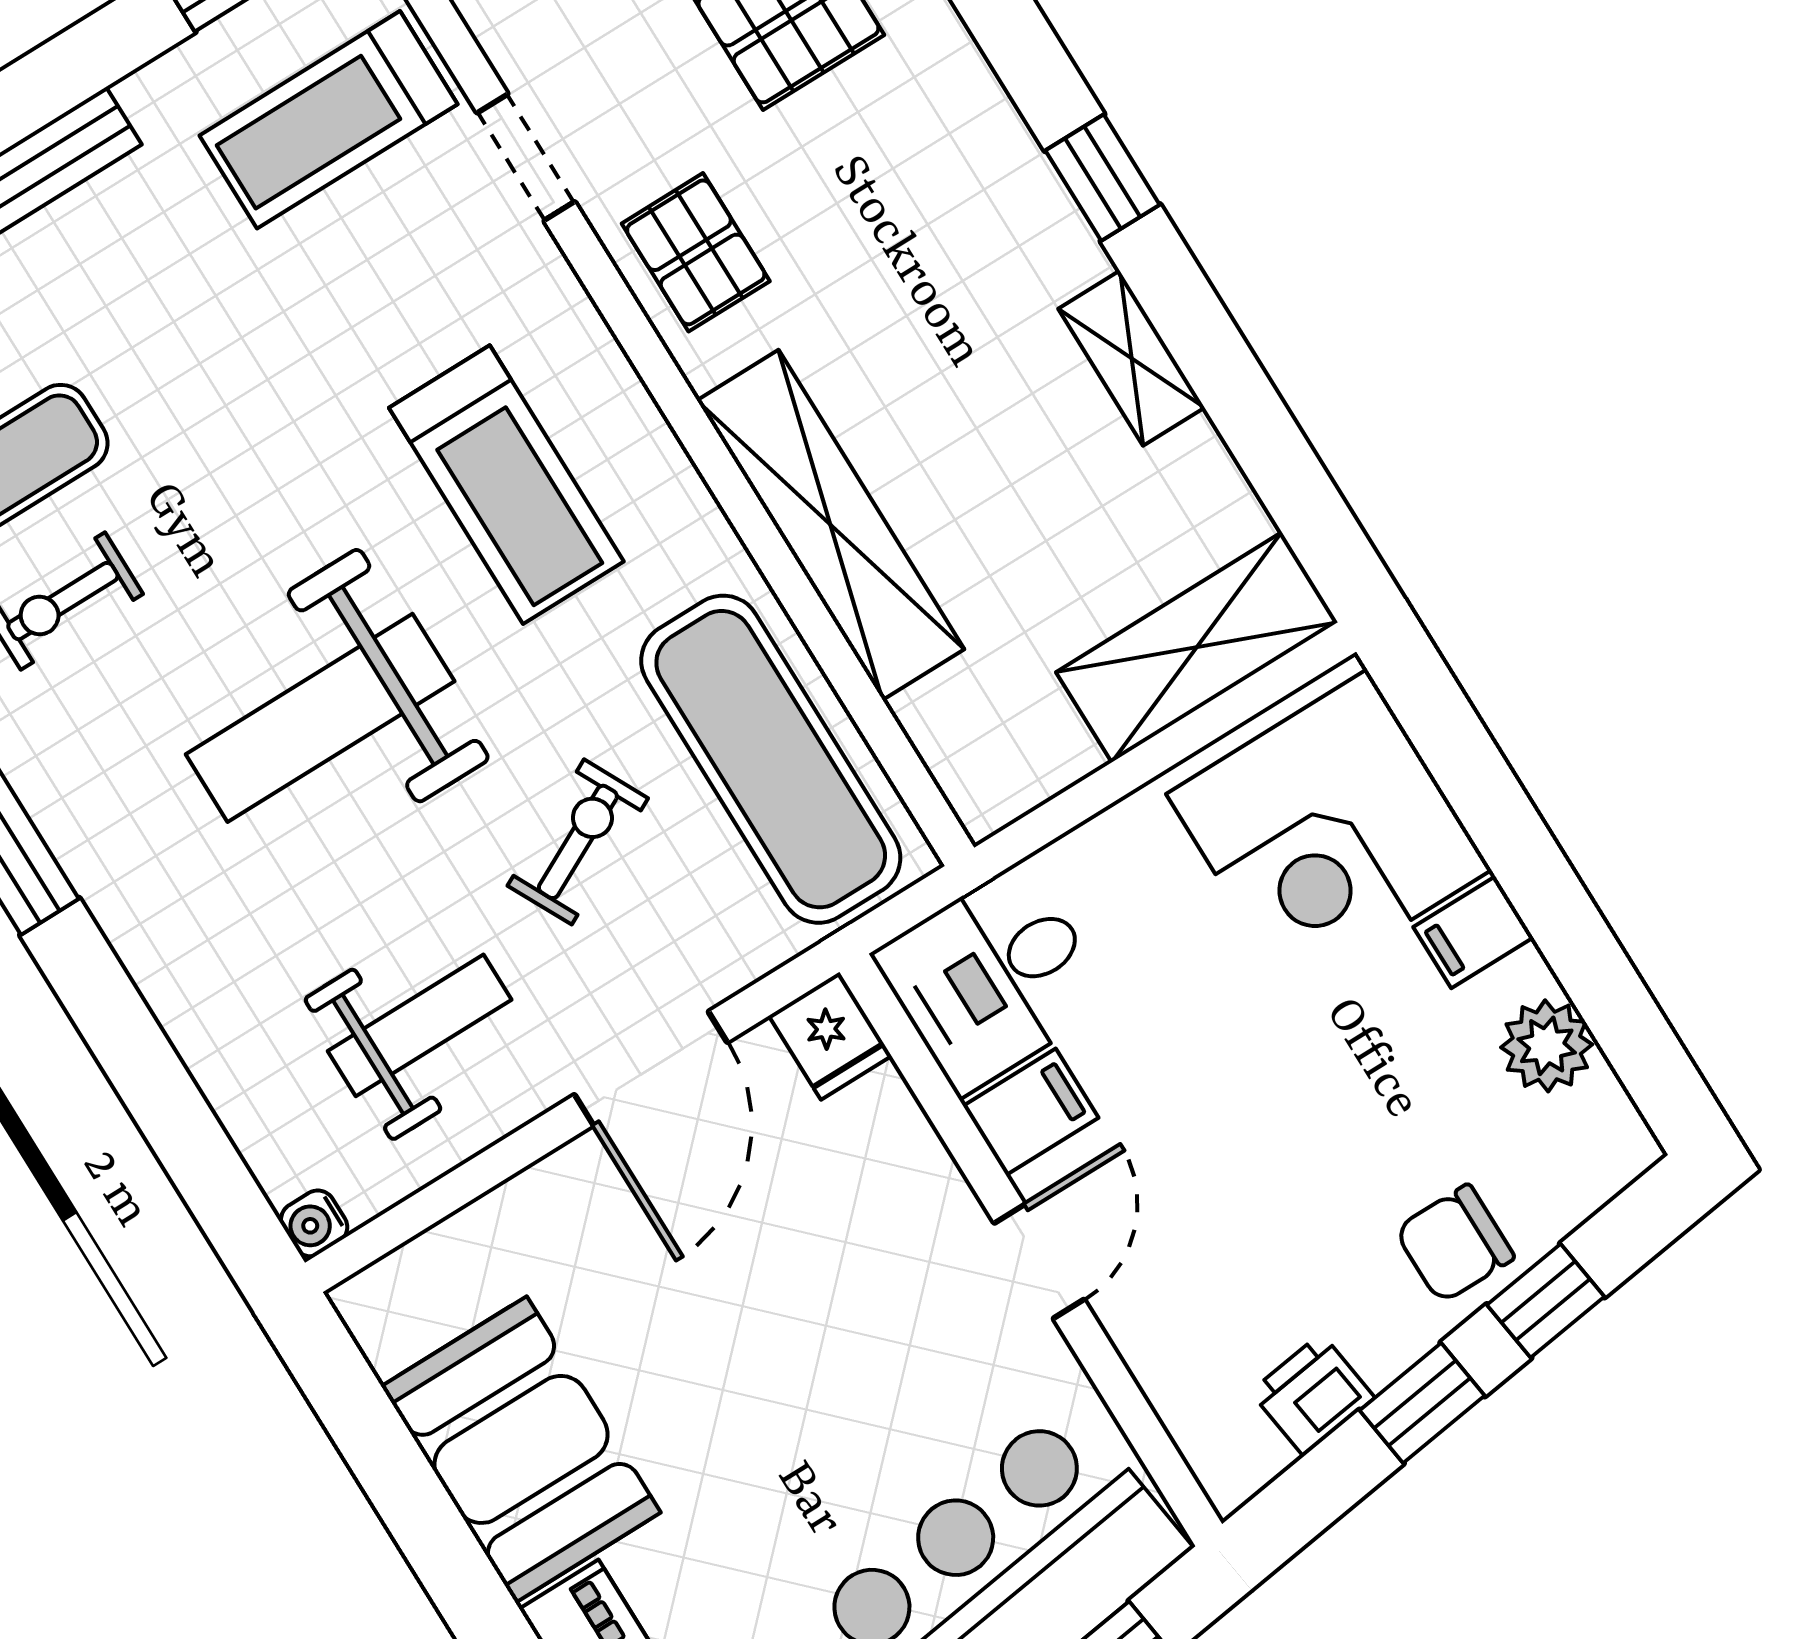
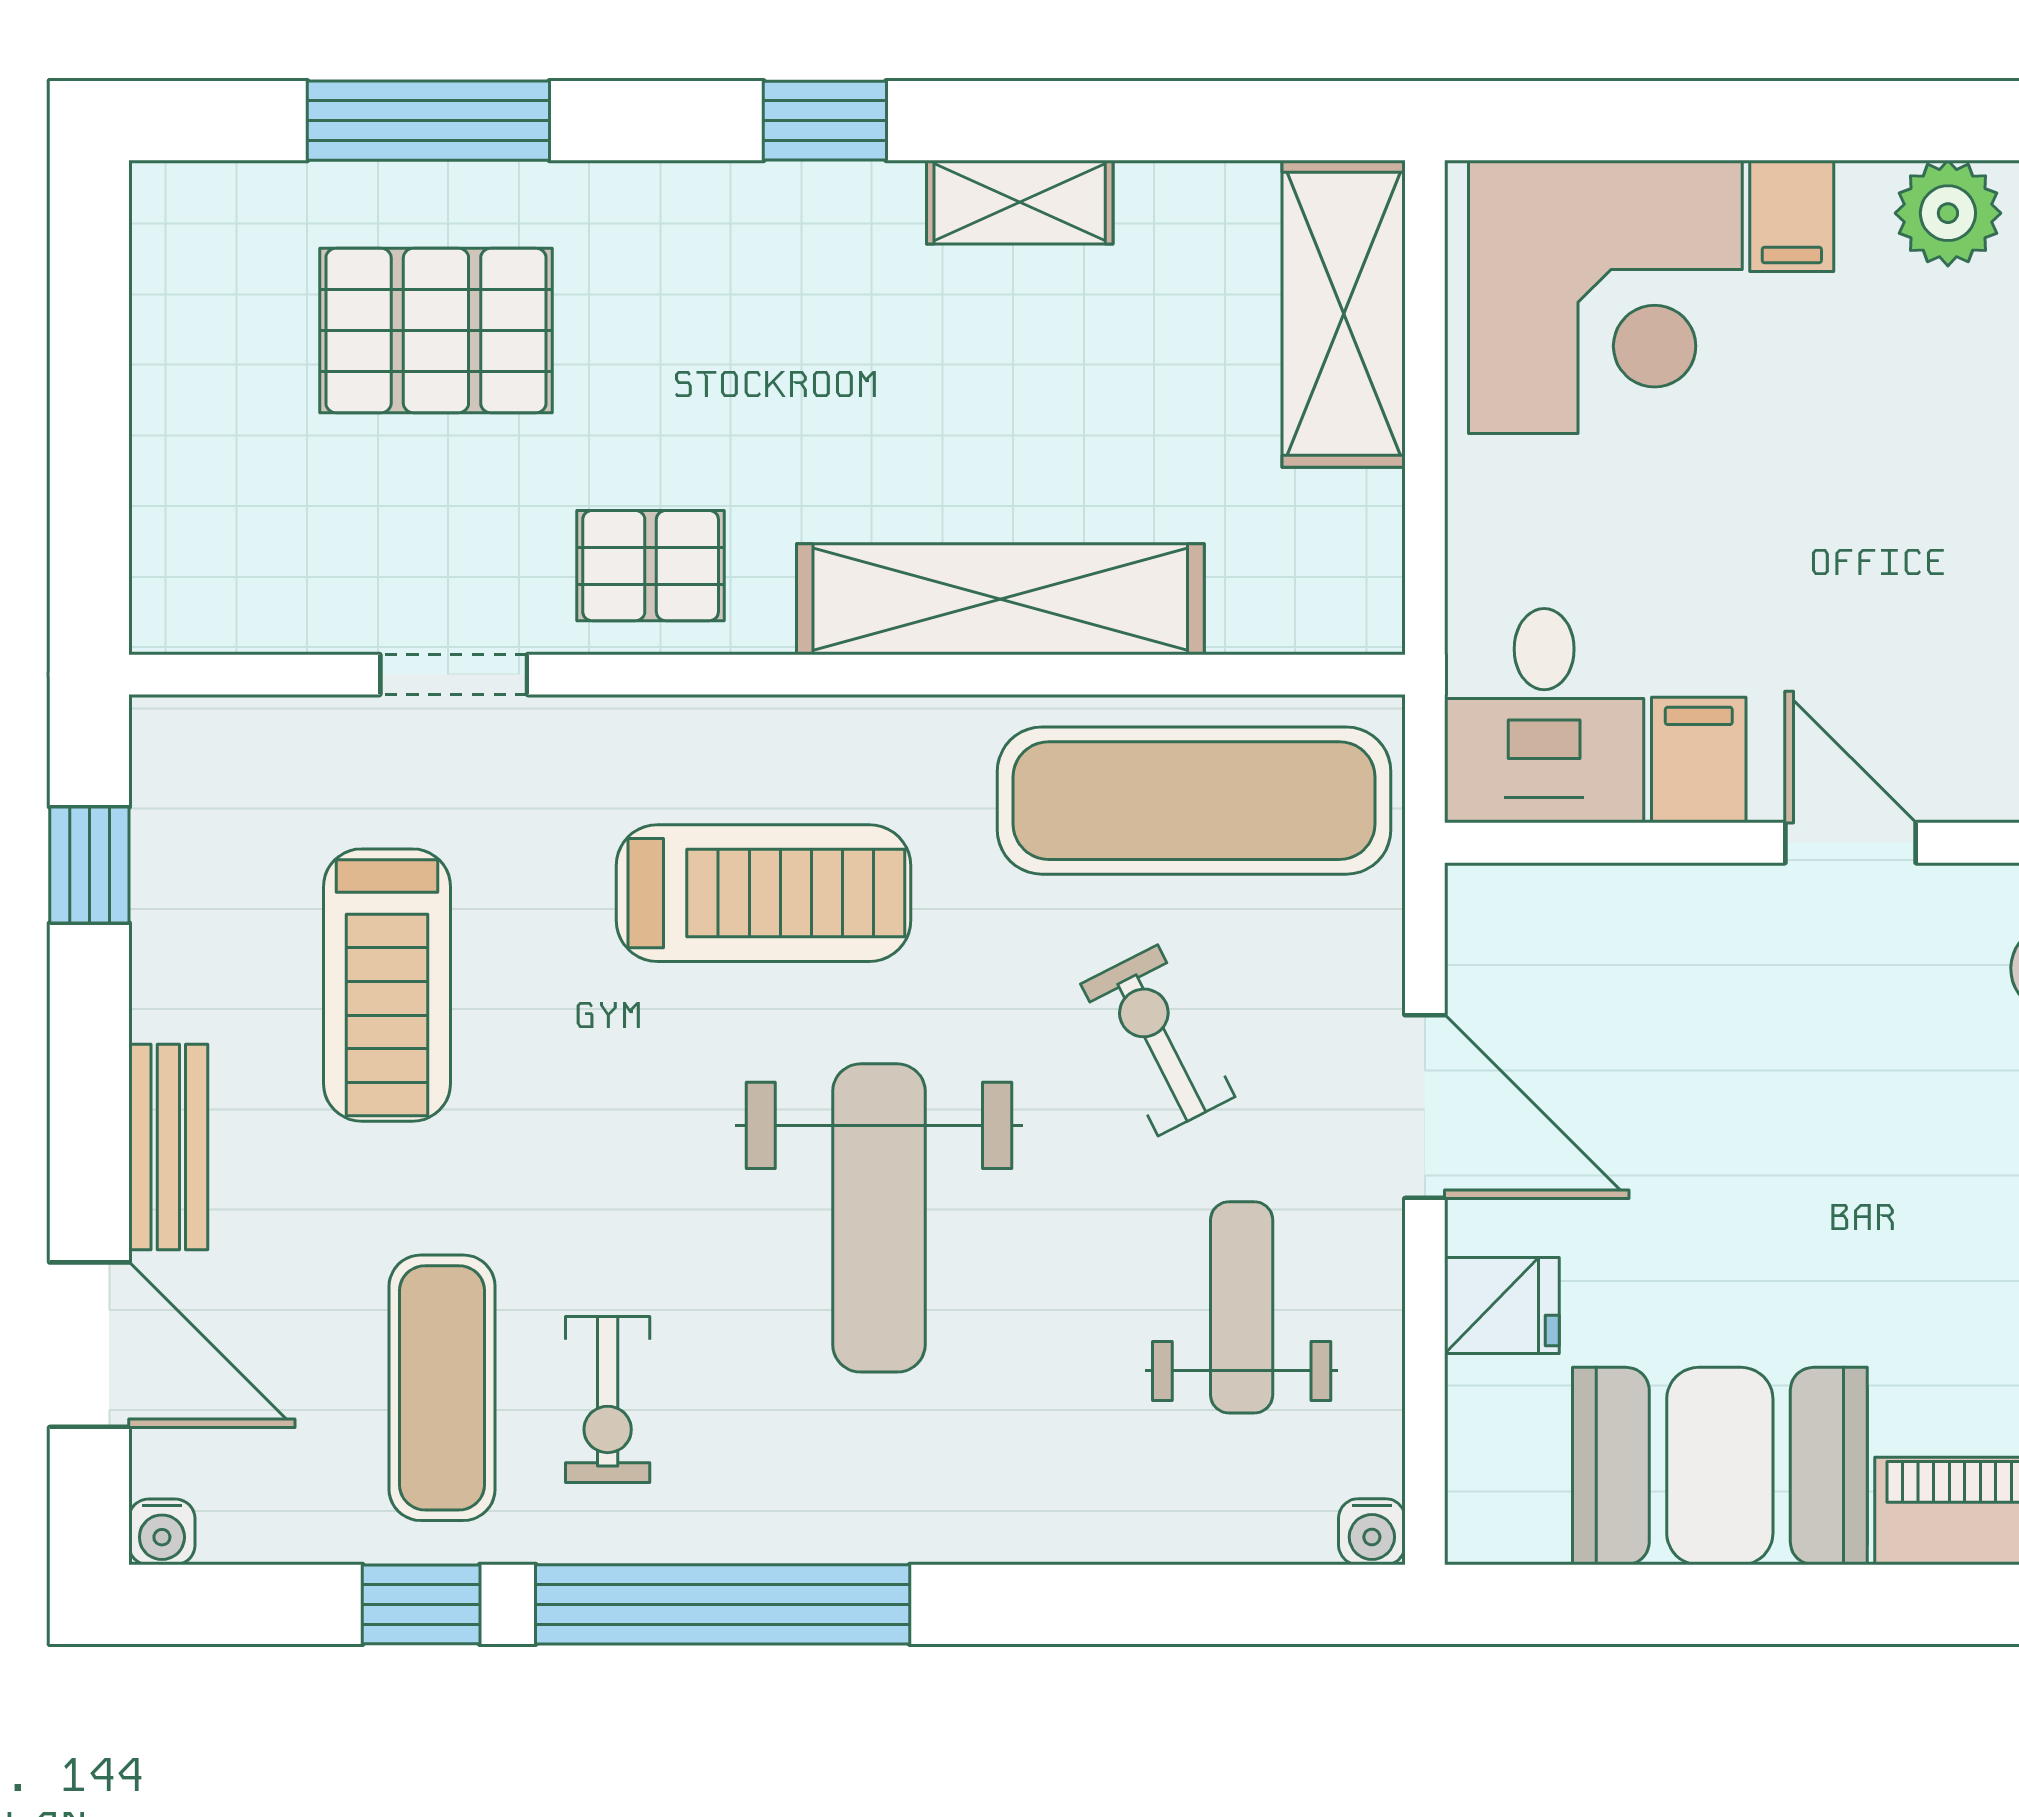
treadmill: (329, 120) -> (387, 985), moved
fridge: (830, 1036) -> (1502, 1306), moved

